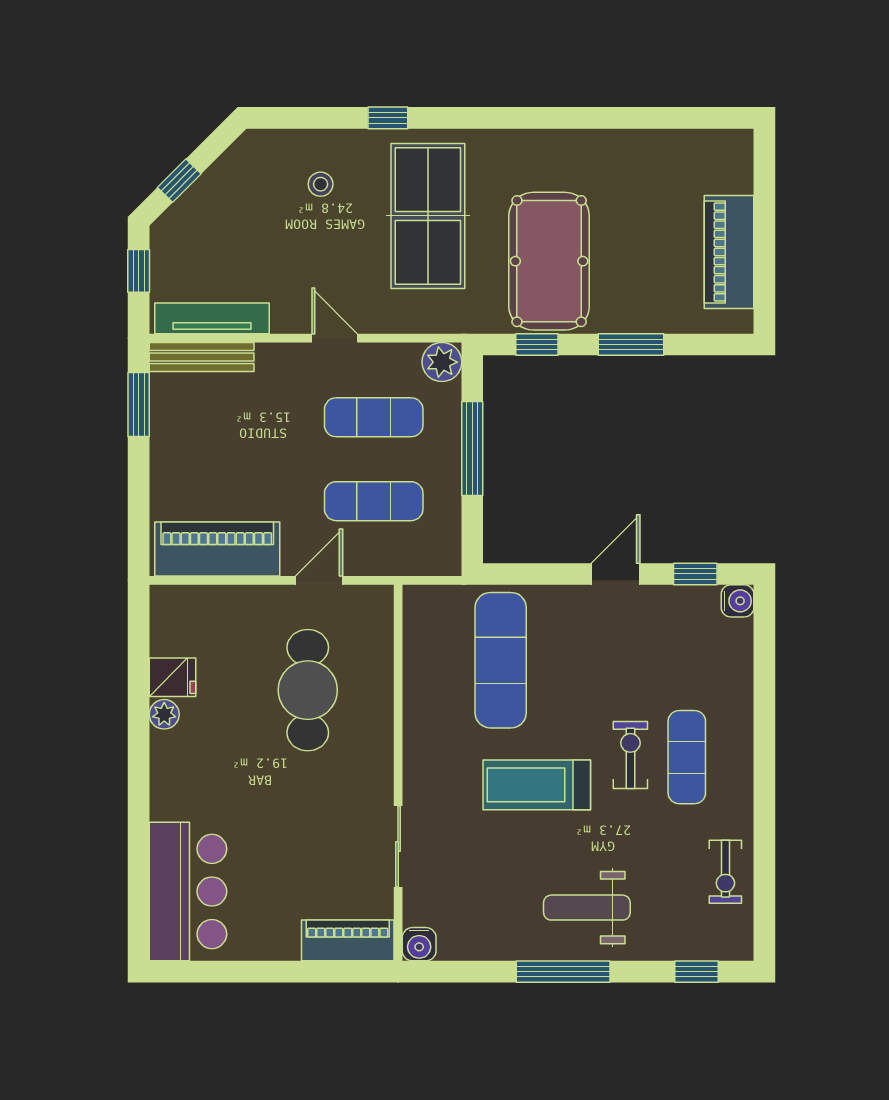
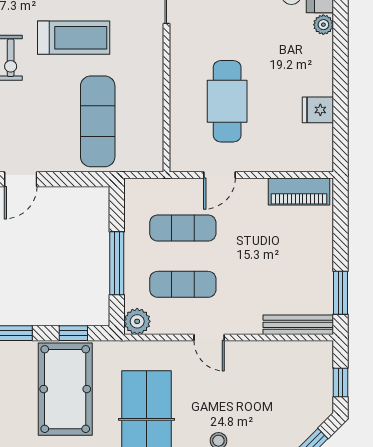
tv unit: (212, 318) -> (291, 351), removed
piano: (217, 549) -> (299, 191), width x0.73, depth x0.75
plant: (164, 714) -> (323, 25), moved

